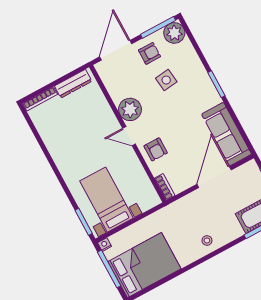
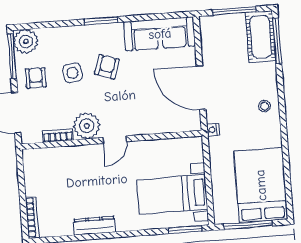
dresser: (73, 84) -> (94, 226), moved, turned -90
armchair: (156, 149) -> (107, 67), moved, turned -71
door: (214, 177) -> (201, 88), moved
bookcase: (165, 187) -> (58, 135), moved
nightstand: (105, 245) -> (213, 130), moved

